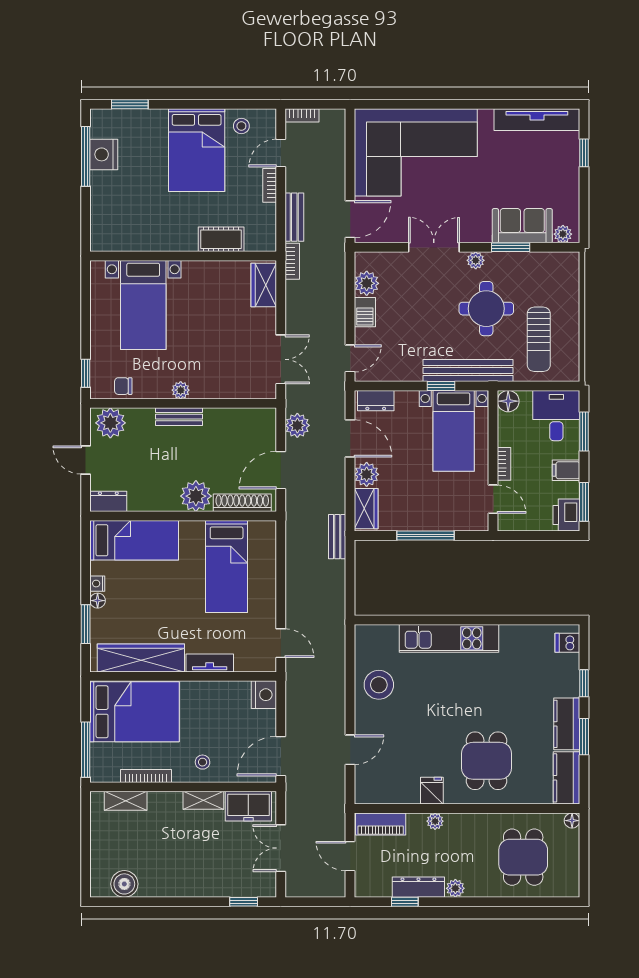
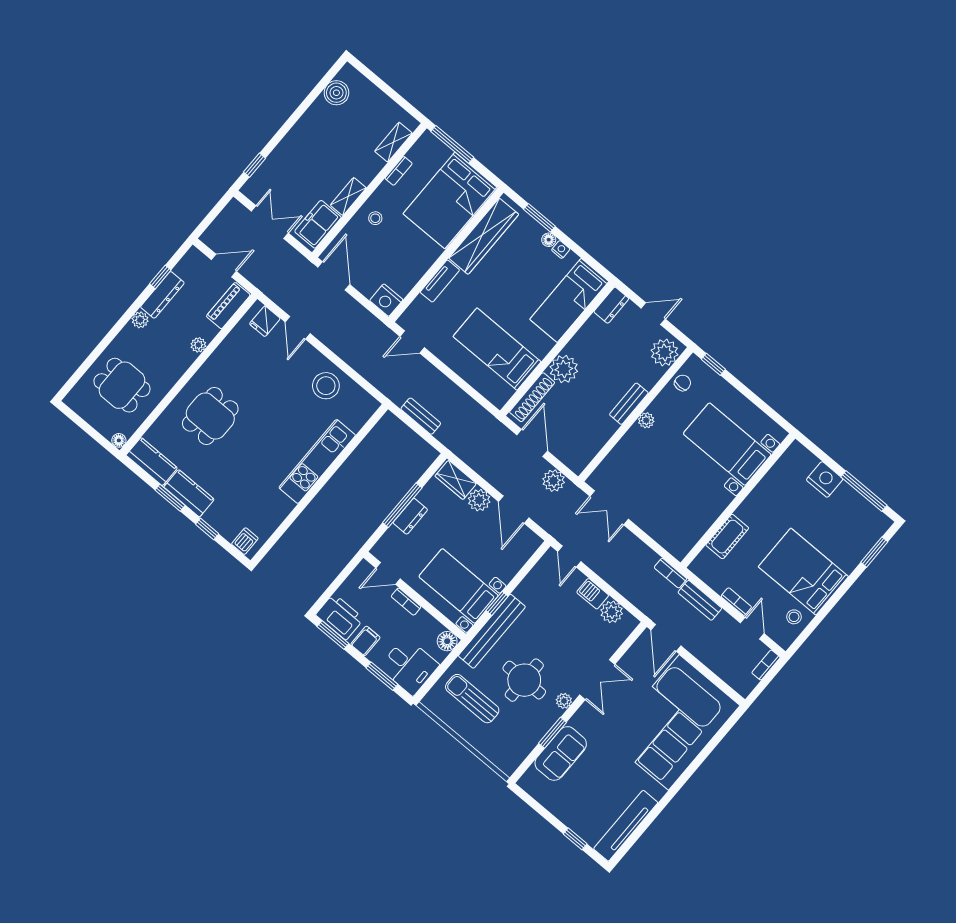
nightstand: (104, 154) -> (825, 479), moved
plant: (563, 234) -> (531, 777), removed
wardrobe: (264, 285) -> (671, 539), removed
dresser: (376, 401) -> (410, 516), moved, turned 180
door: (350, 438) -> (514, 510), hinge flipped
printer: (566, 515) -> (340, 617), width x1.37, depth x1.19
bench: (337, 537) -> (421, 416), moved
dining table: (486, 761) -> (210, 416), turned 90
bookcase: (146, 776) -> (399, 171), width x0.64
fridge: (432, 791) -> (265, 321), moved, turned 90

